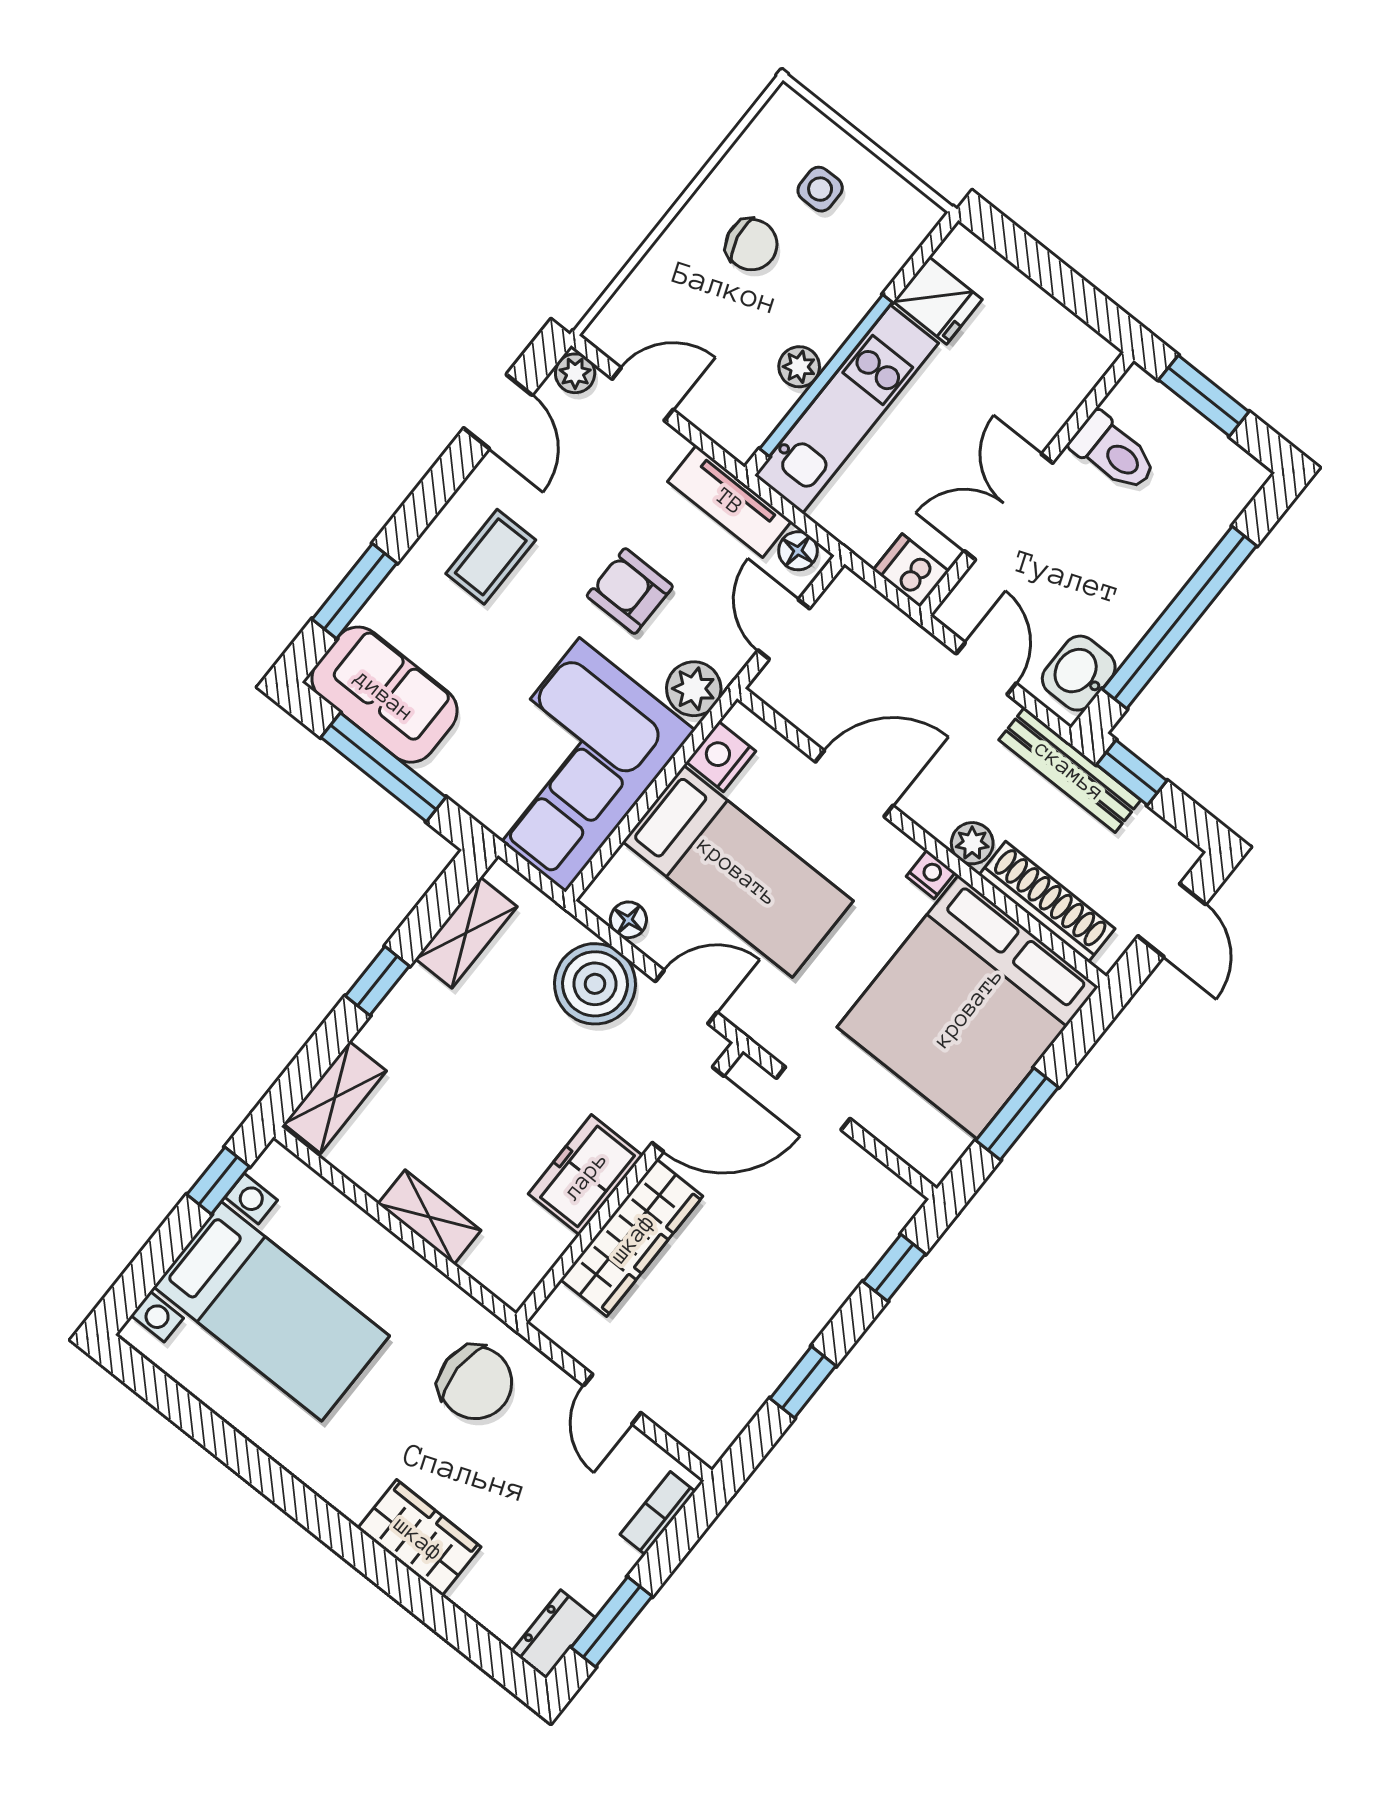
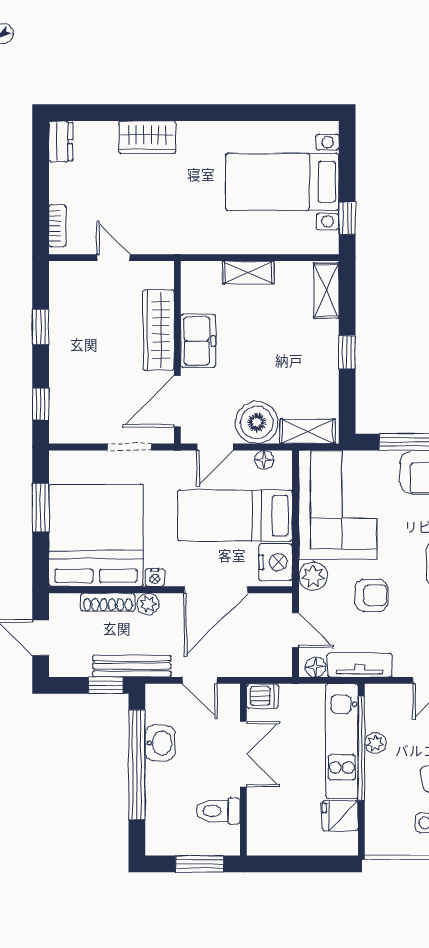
washbasin: (1079, 673) -> (160, 743), moved
nightstand: (721, 757) -> (275, 562), width x1.36, depth x1.33
door: (854, 784) -> (216, 590), width x1.36
shoe rack: (1047, 902) -> (108, 602), width x0.74, depth x0.81
shelving: (466, 933) -> (308, 431), moved, turned 90
chair: (475, 1383) -> (175, 219), removed
window: (612, 1622) -> (41, 166), removed

